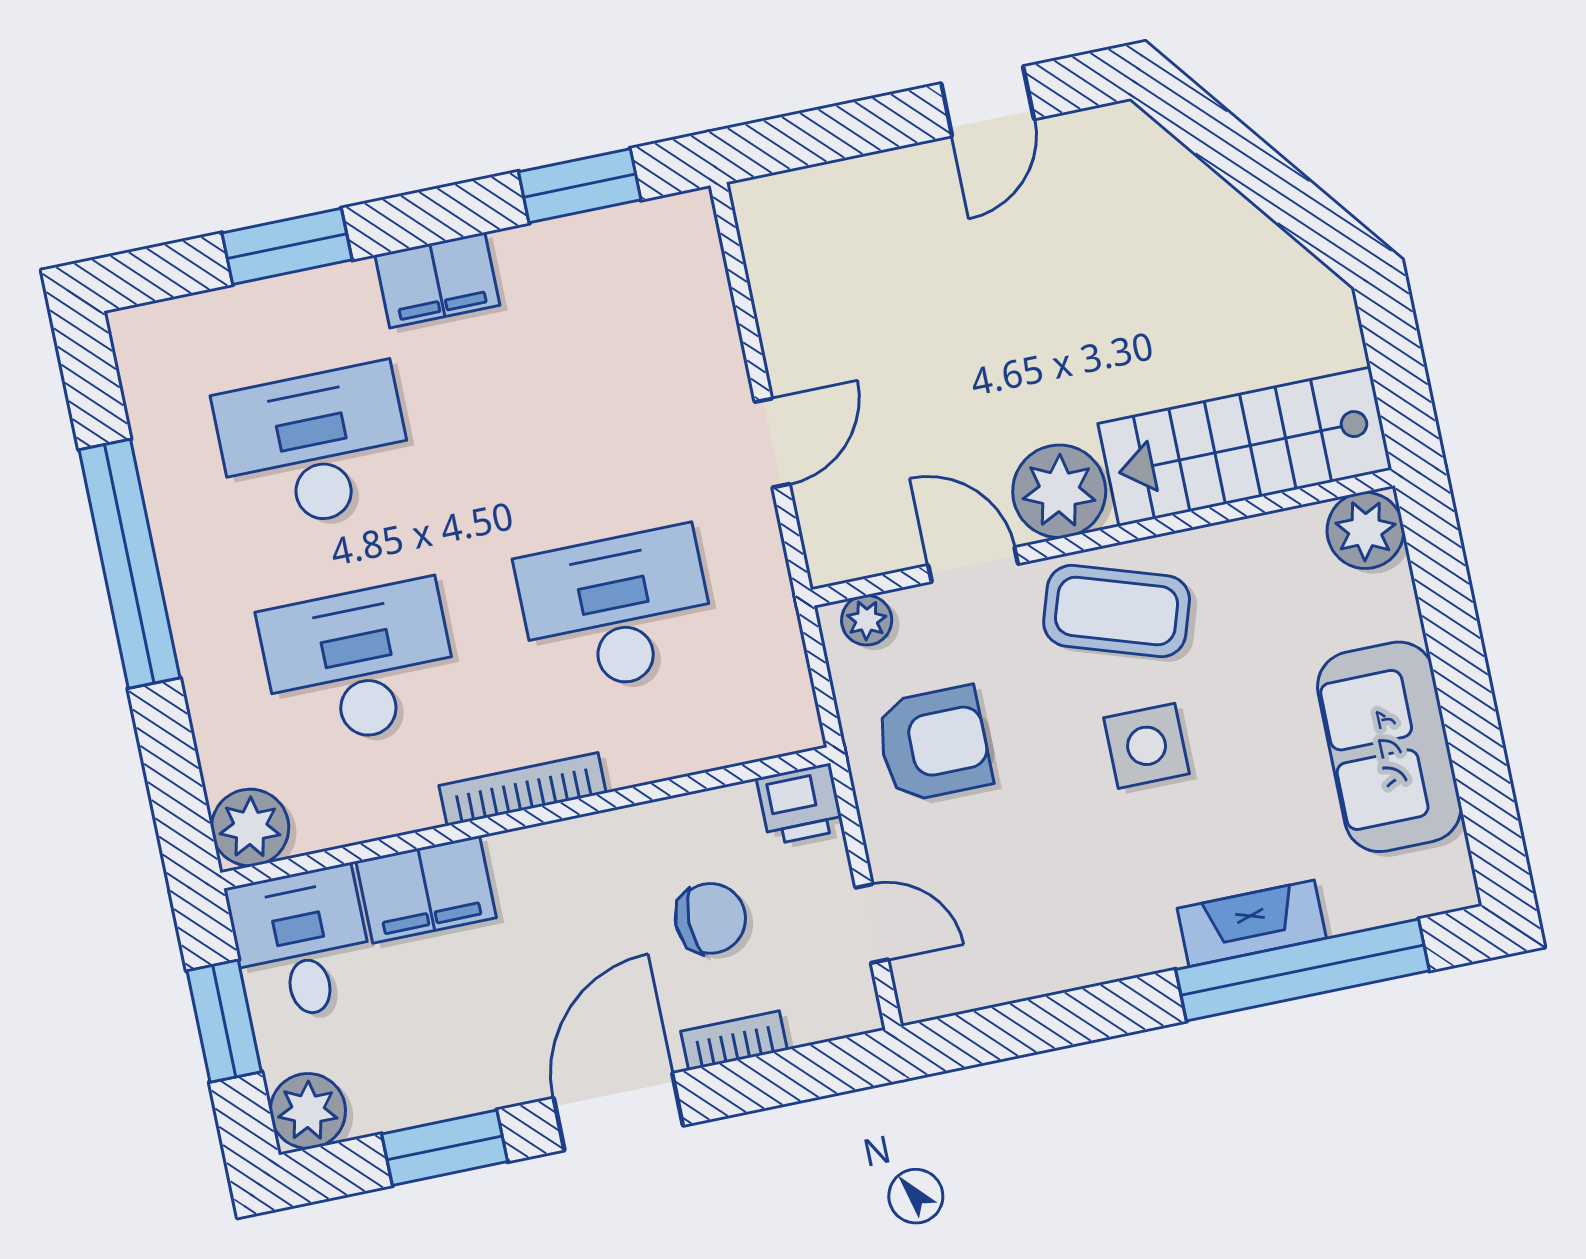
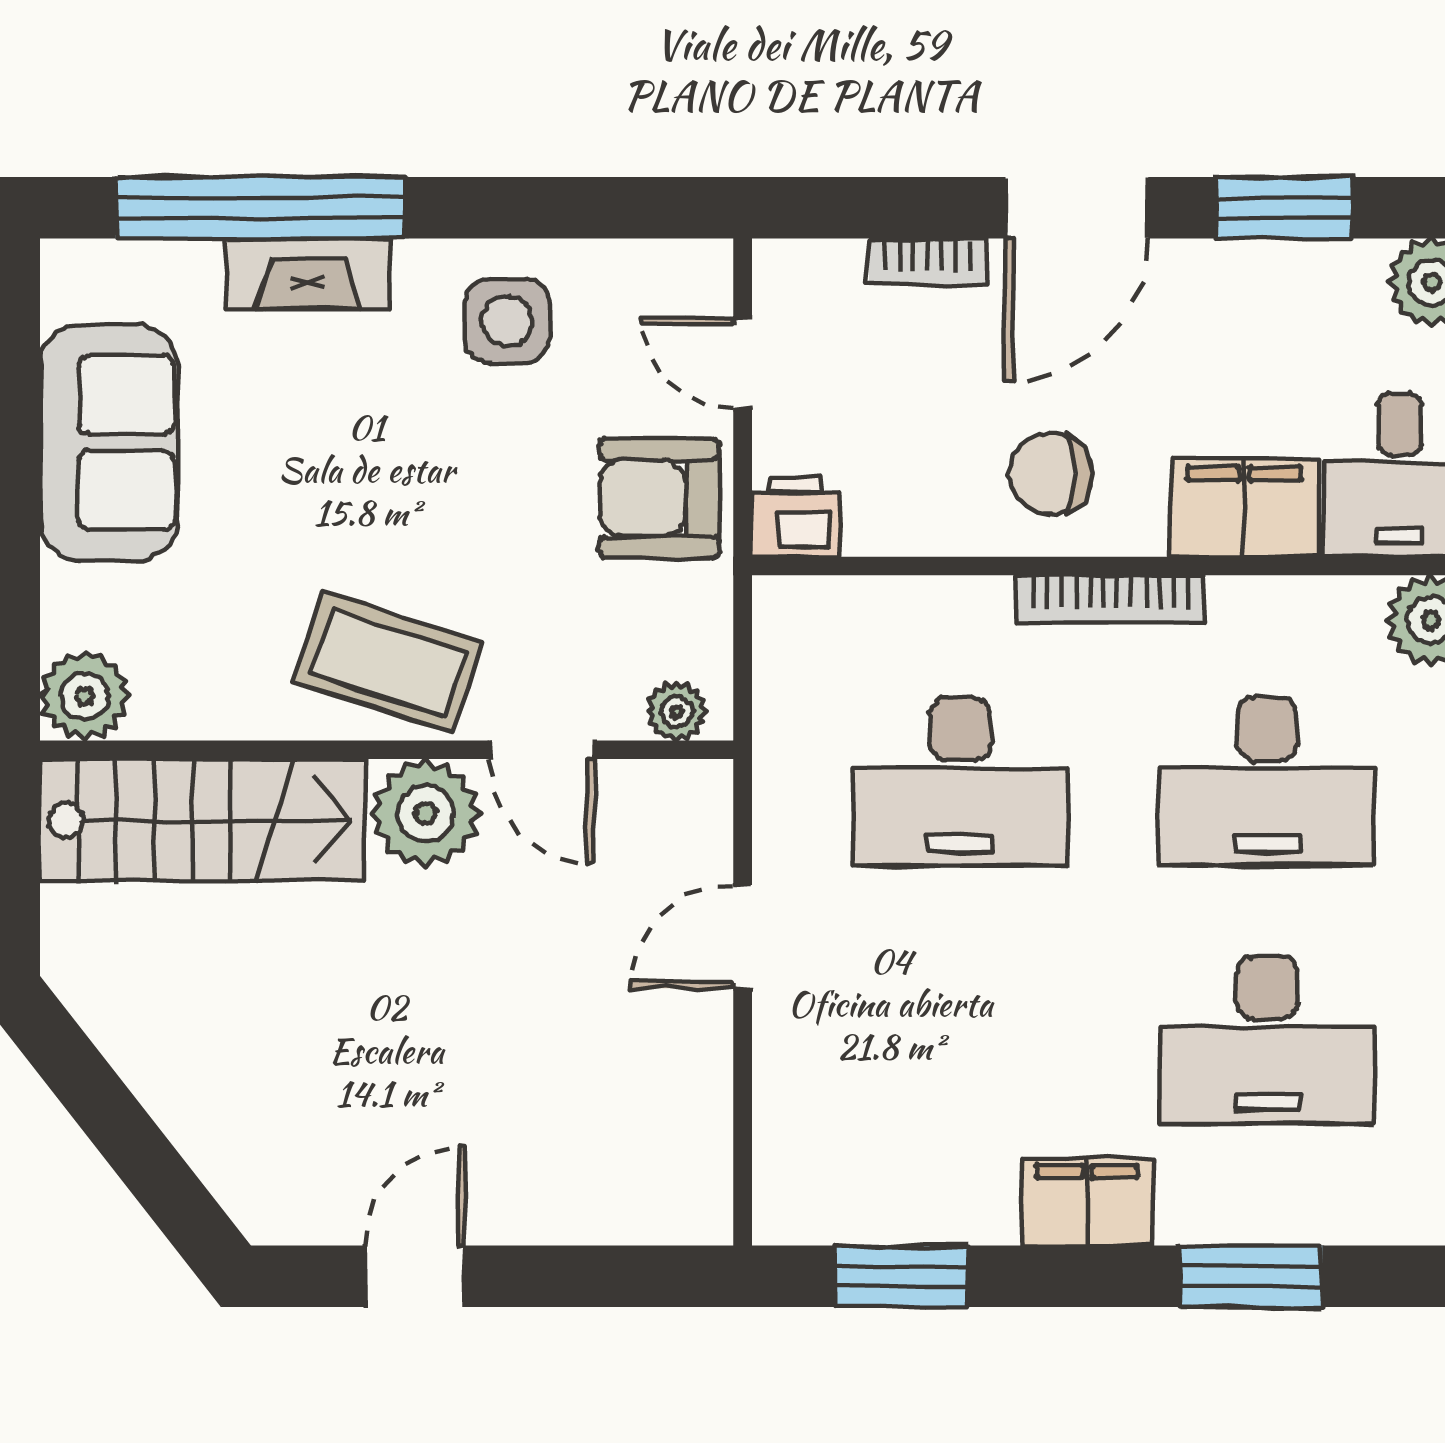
armchair: (934, 744) -> (659, 498), moved
side table: (1147, 746) -> (507, 321), moved
chair: (710, 918) -> (1051, 474), moved

